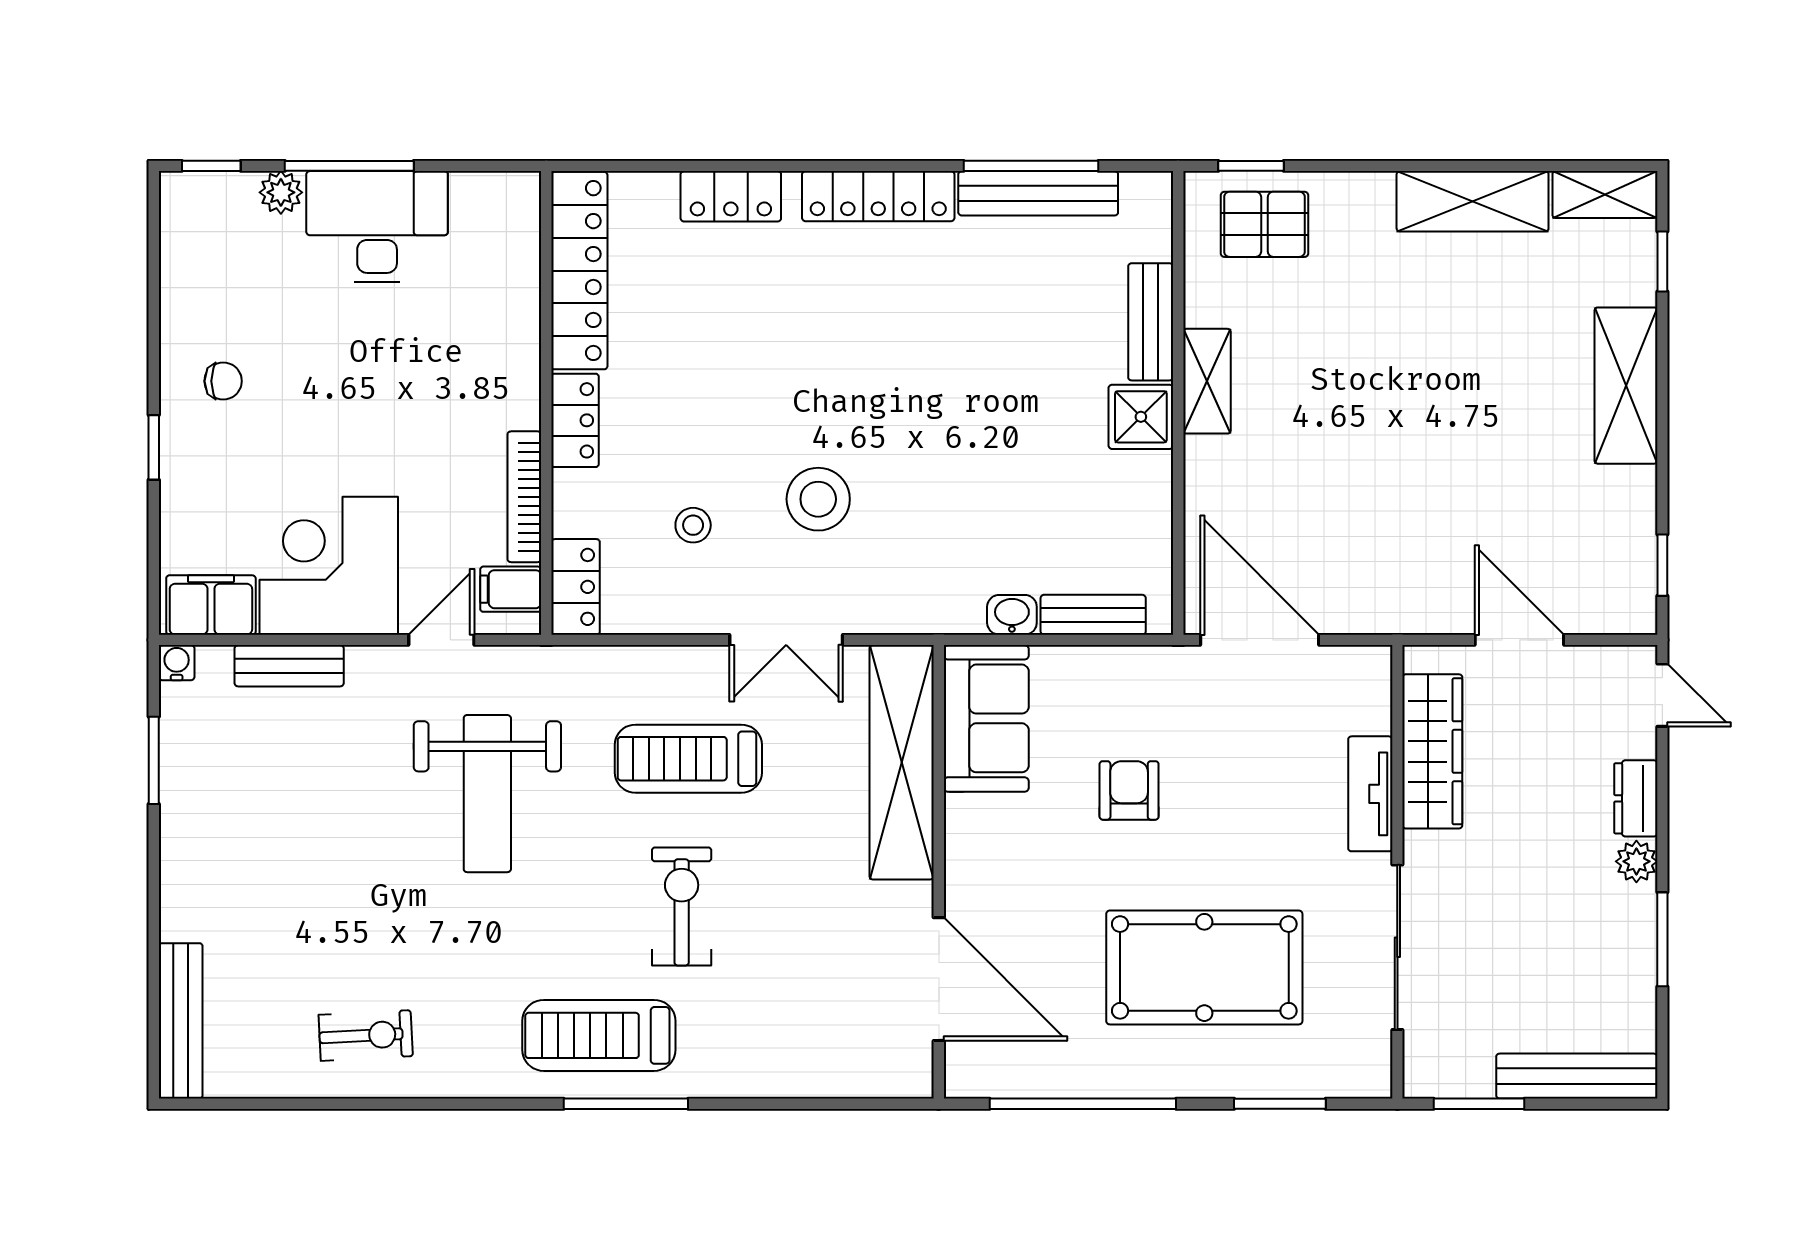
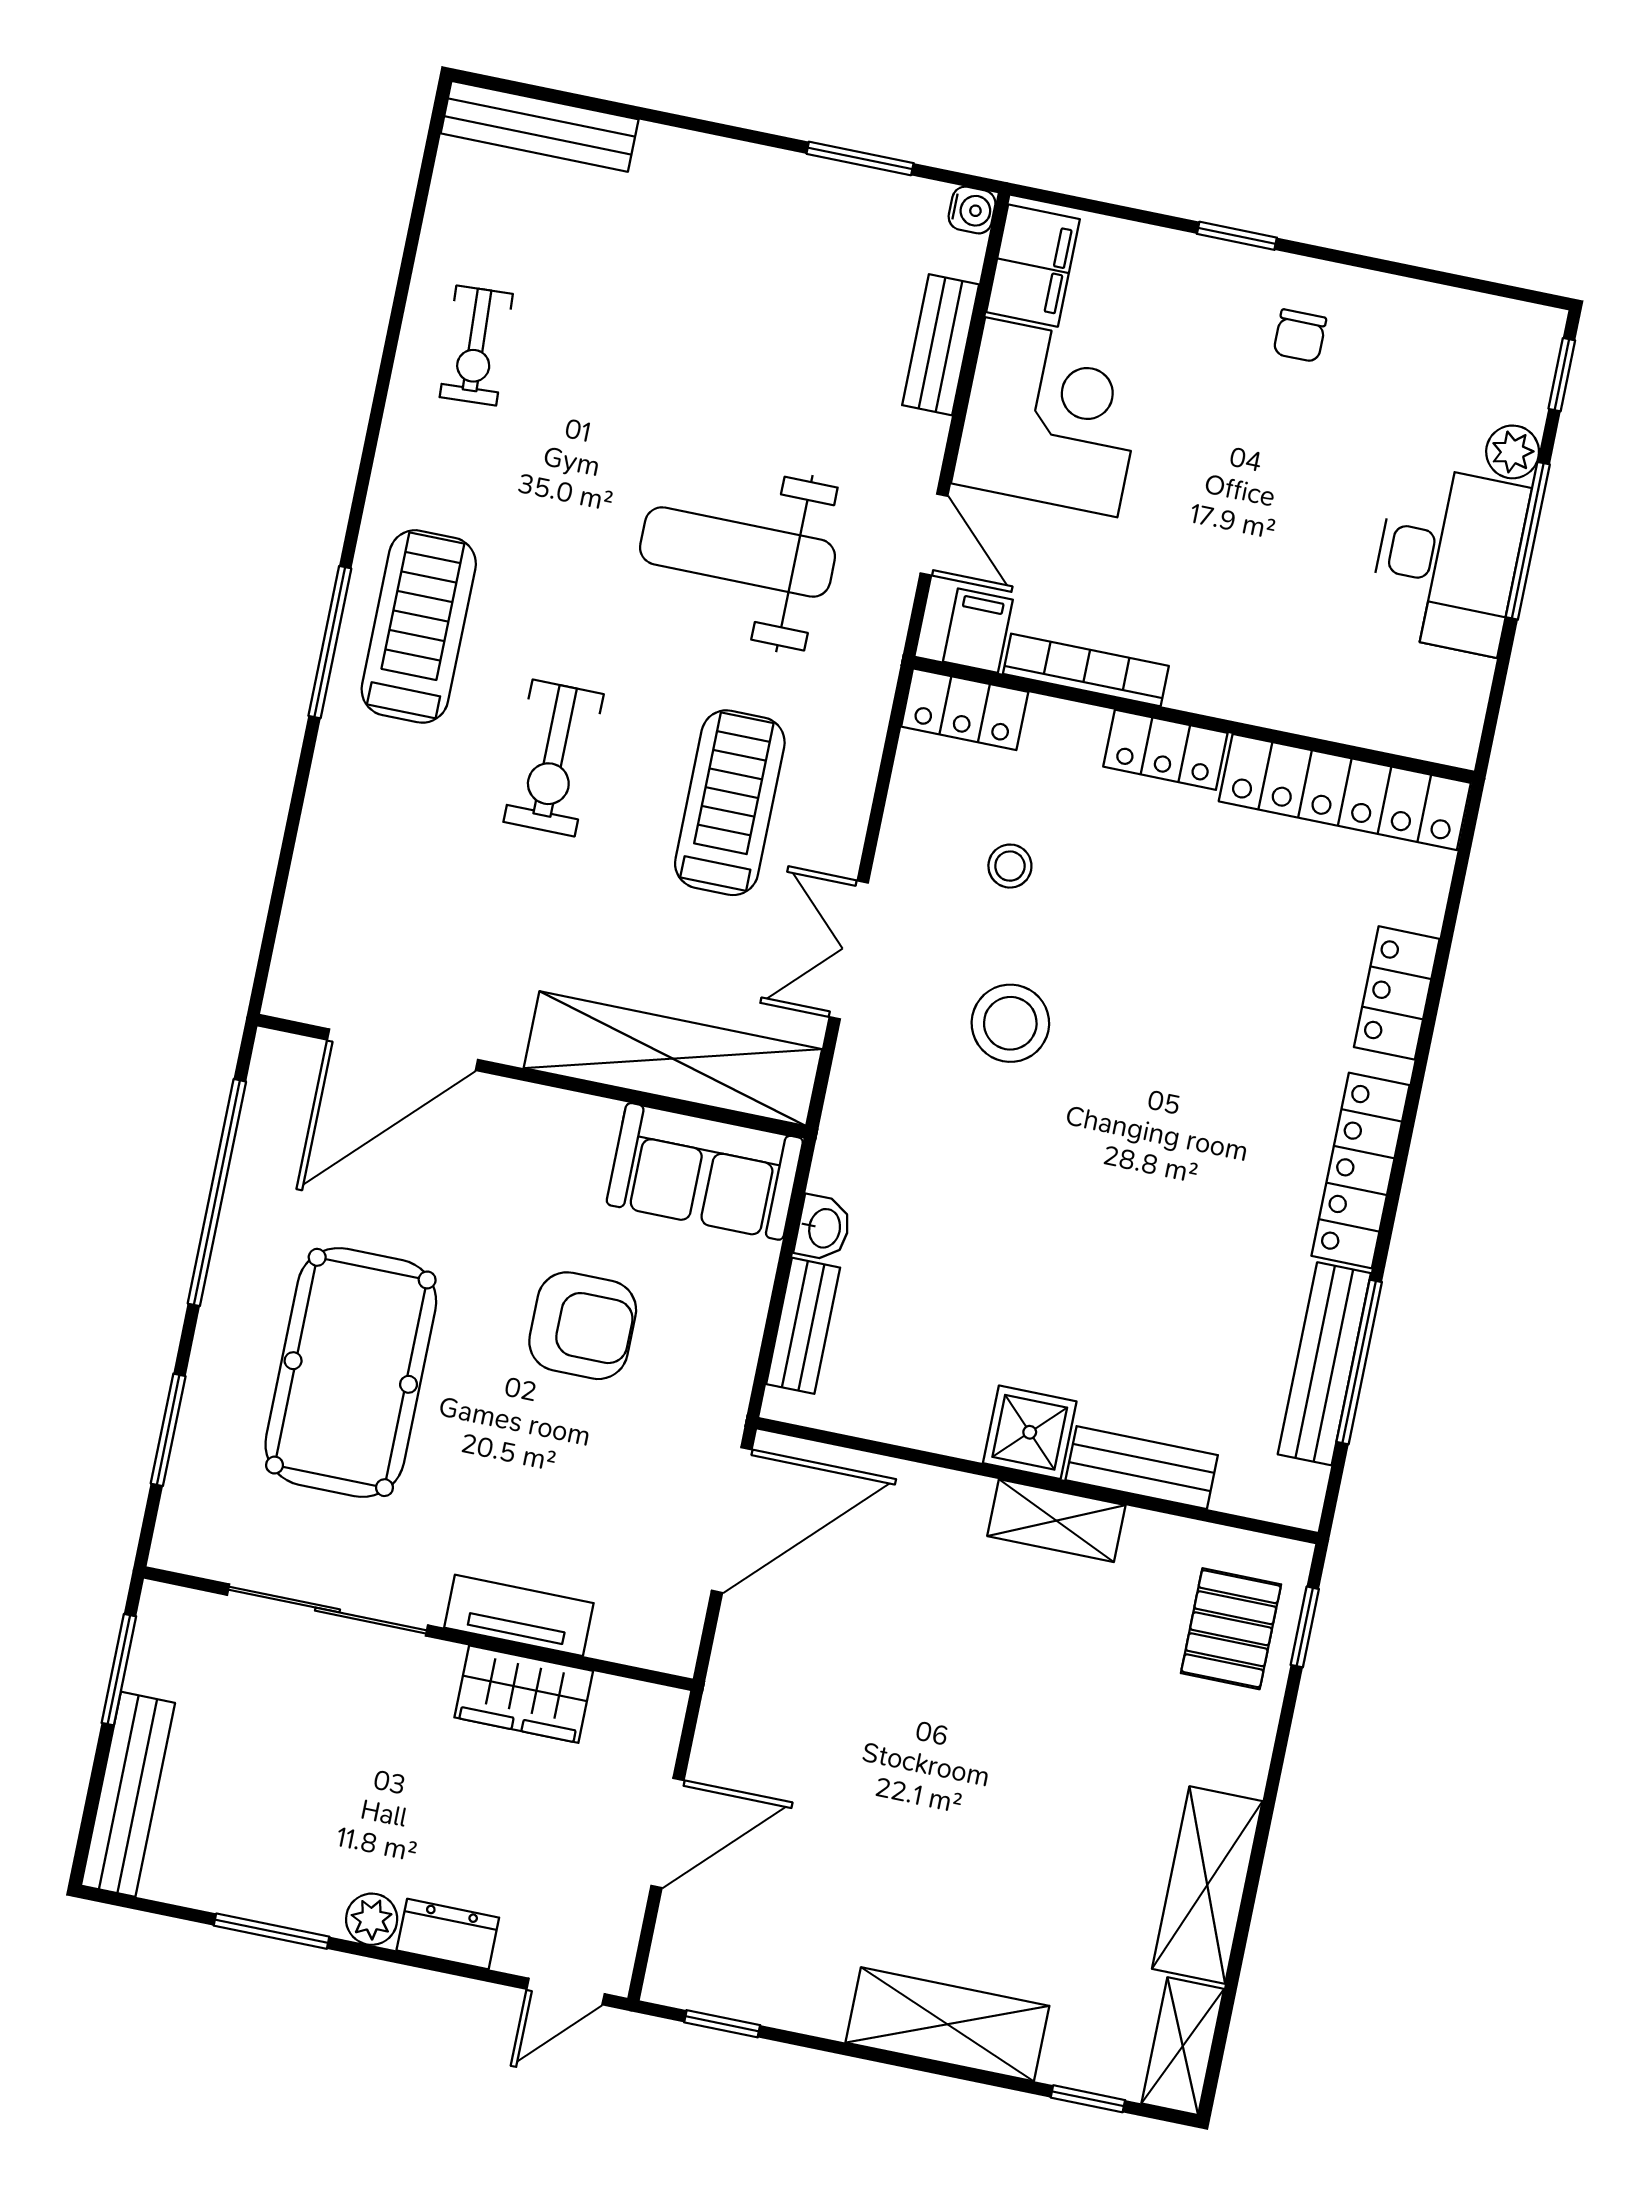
wardrobe: (1432, 751) -> (524, 1694), width x0.67
armchair: (1129, 790) -> (583, 1326), width x1.38, depth x1.38
exercise bike: (682, 906) -> (554, 758), turned 90

